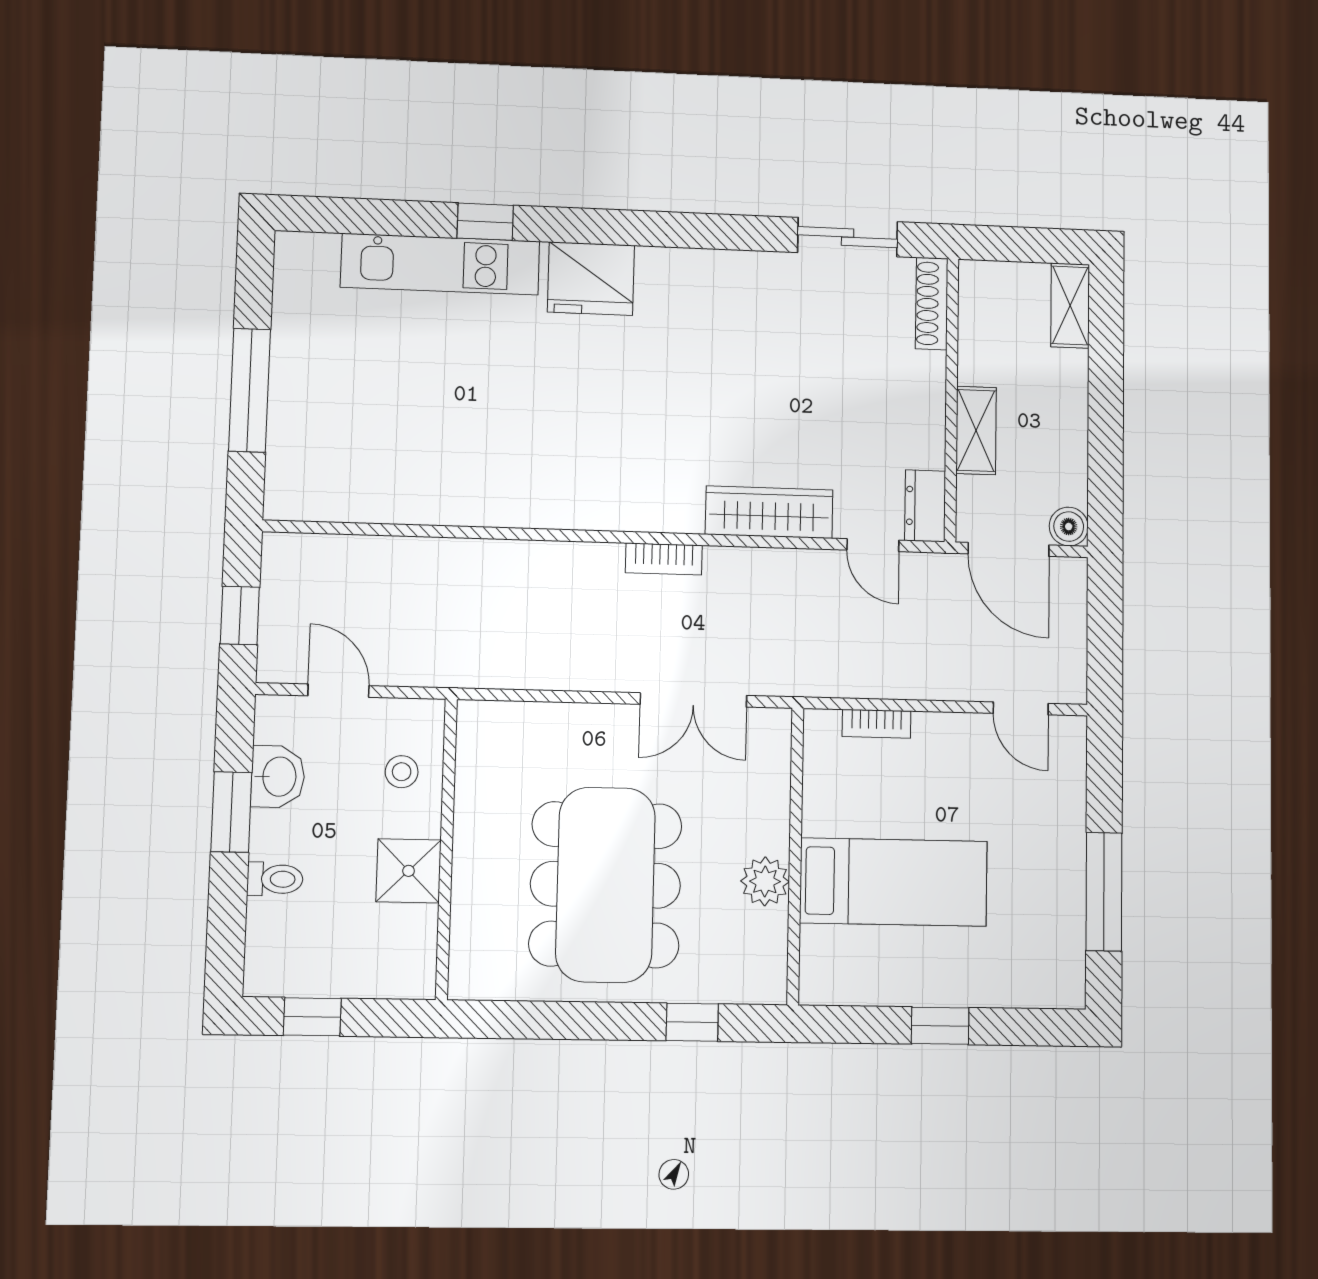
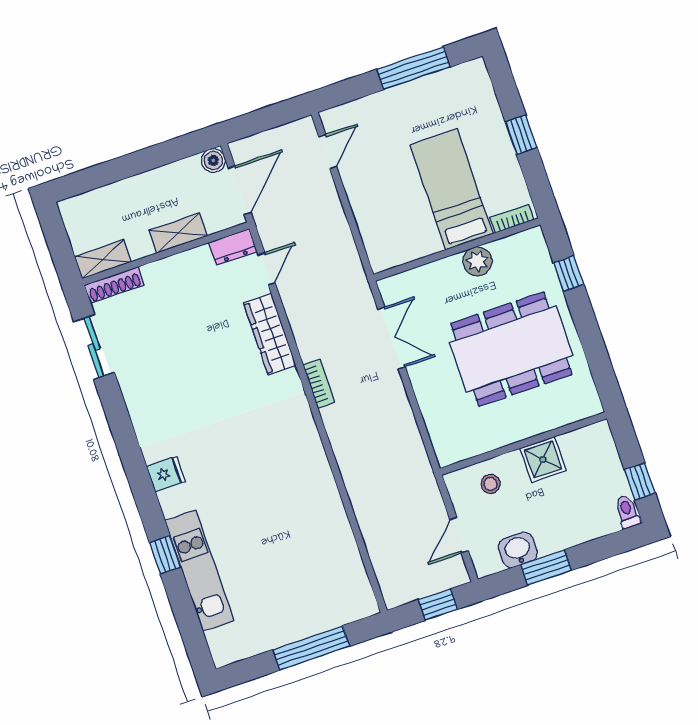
fridge: (591, 279) -> (166, 474), width x0.53, depth x0.75
shelving: (1070, 306) -> (103, 259), moved
bookcase: (877, 724) -> (512, 219), moved, turned -90
toilet: (275, 879) -> (627, 512), moved

